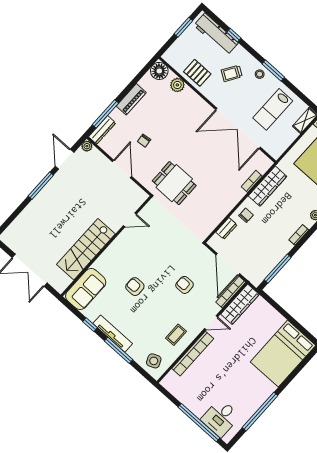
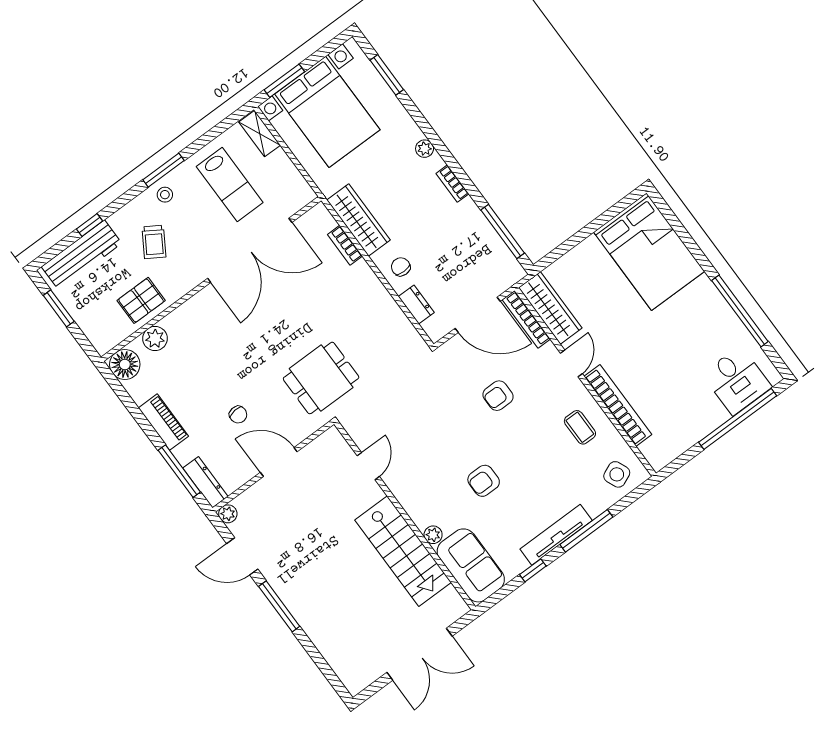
plant: (99, 264) -> (433, 535), added

